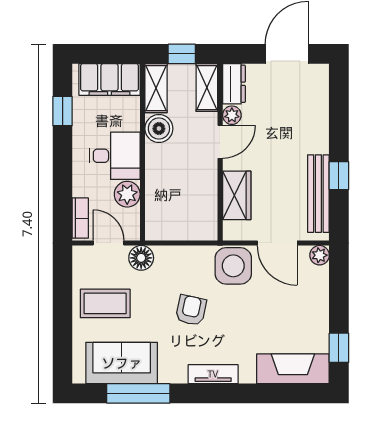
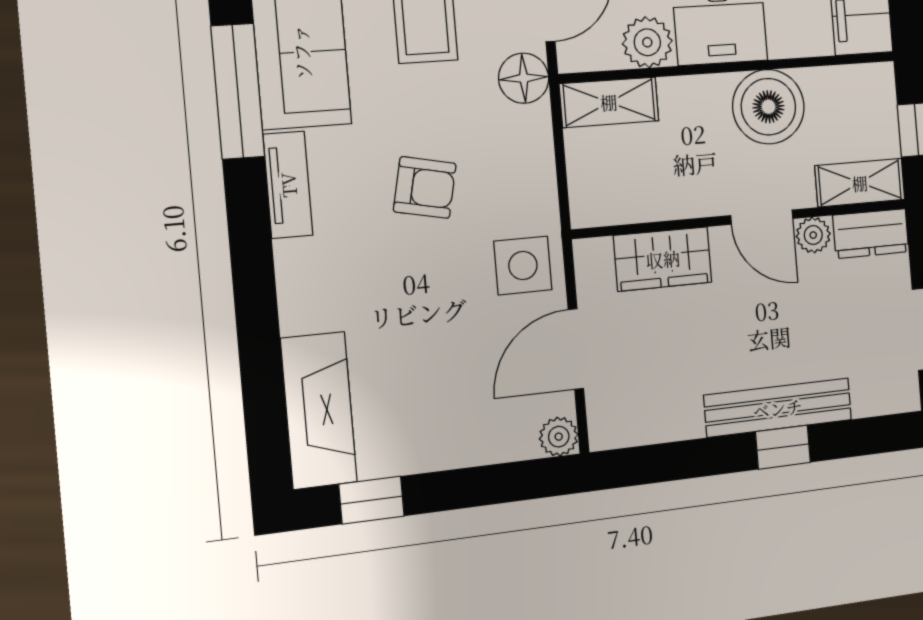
shelving: (156, 88) -> (609, 102), moved
boiler: (159, 129) -> (768, 107), width x1.37, depth x1.37
window: (339, 176) -> (783, 447), moved
bench: (318, 194) -> (778, 408), moved
side table: (233, 266) -> (523, 265), width x0.73, depth x0.73
tv unit: (213, 374) -> (288, 185), moved

